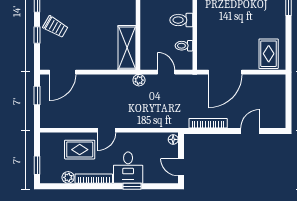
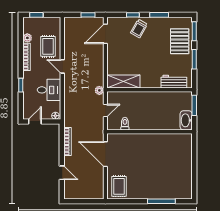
toilet: (181, 20) -> (144, 122), removed
rug: (269, 54) -> (119, 186), turned 90
door: (63, 72) -> (105, 34), hinge flipped
desk: (128, 168) -> (49, 90), moved, turned 180

